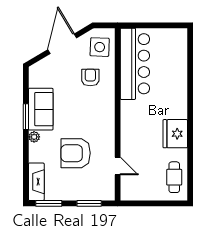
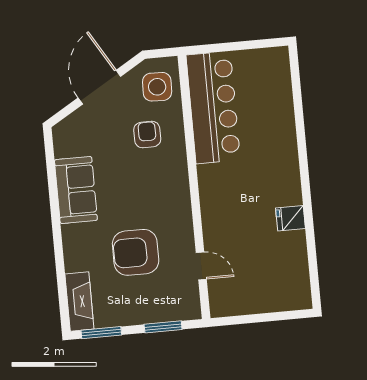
window: (26, 117) -> (54, 204), removed
fridge: (175, 134) -> (290, 218), width x0.53, depth x0.75
plant: (34, 137) -> (70, 233), removed
cafe table: (174, 177) -> (289, 275), removed

